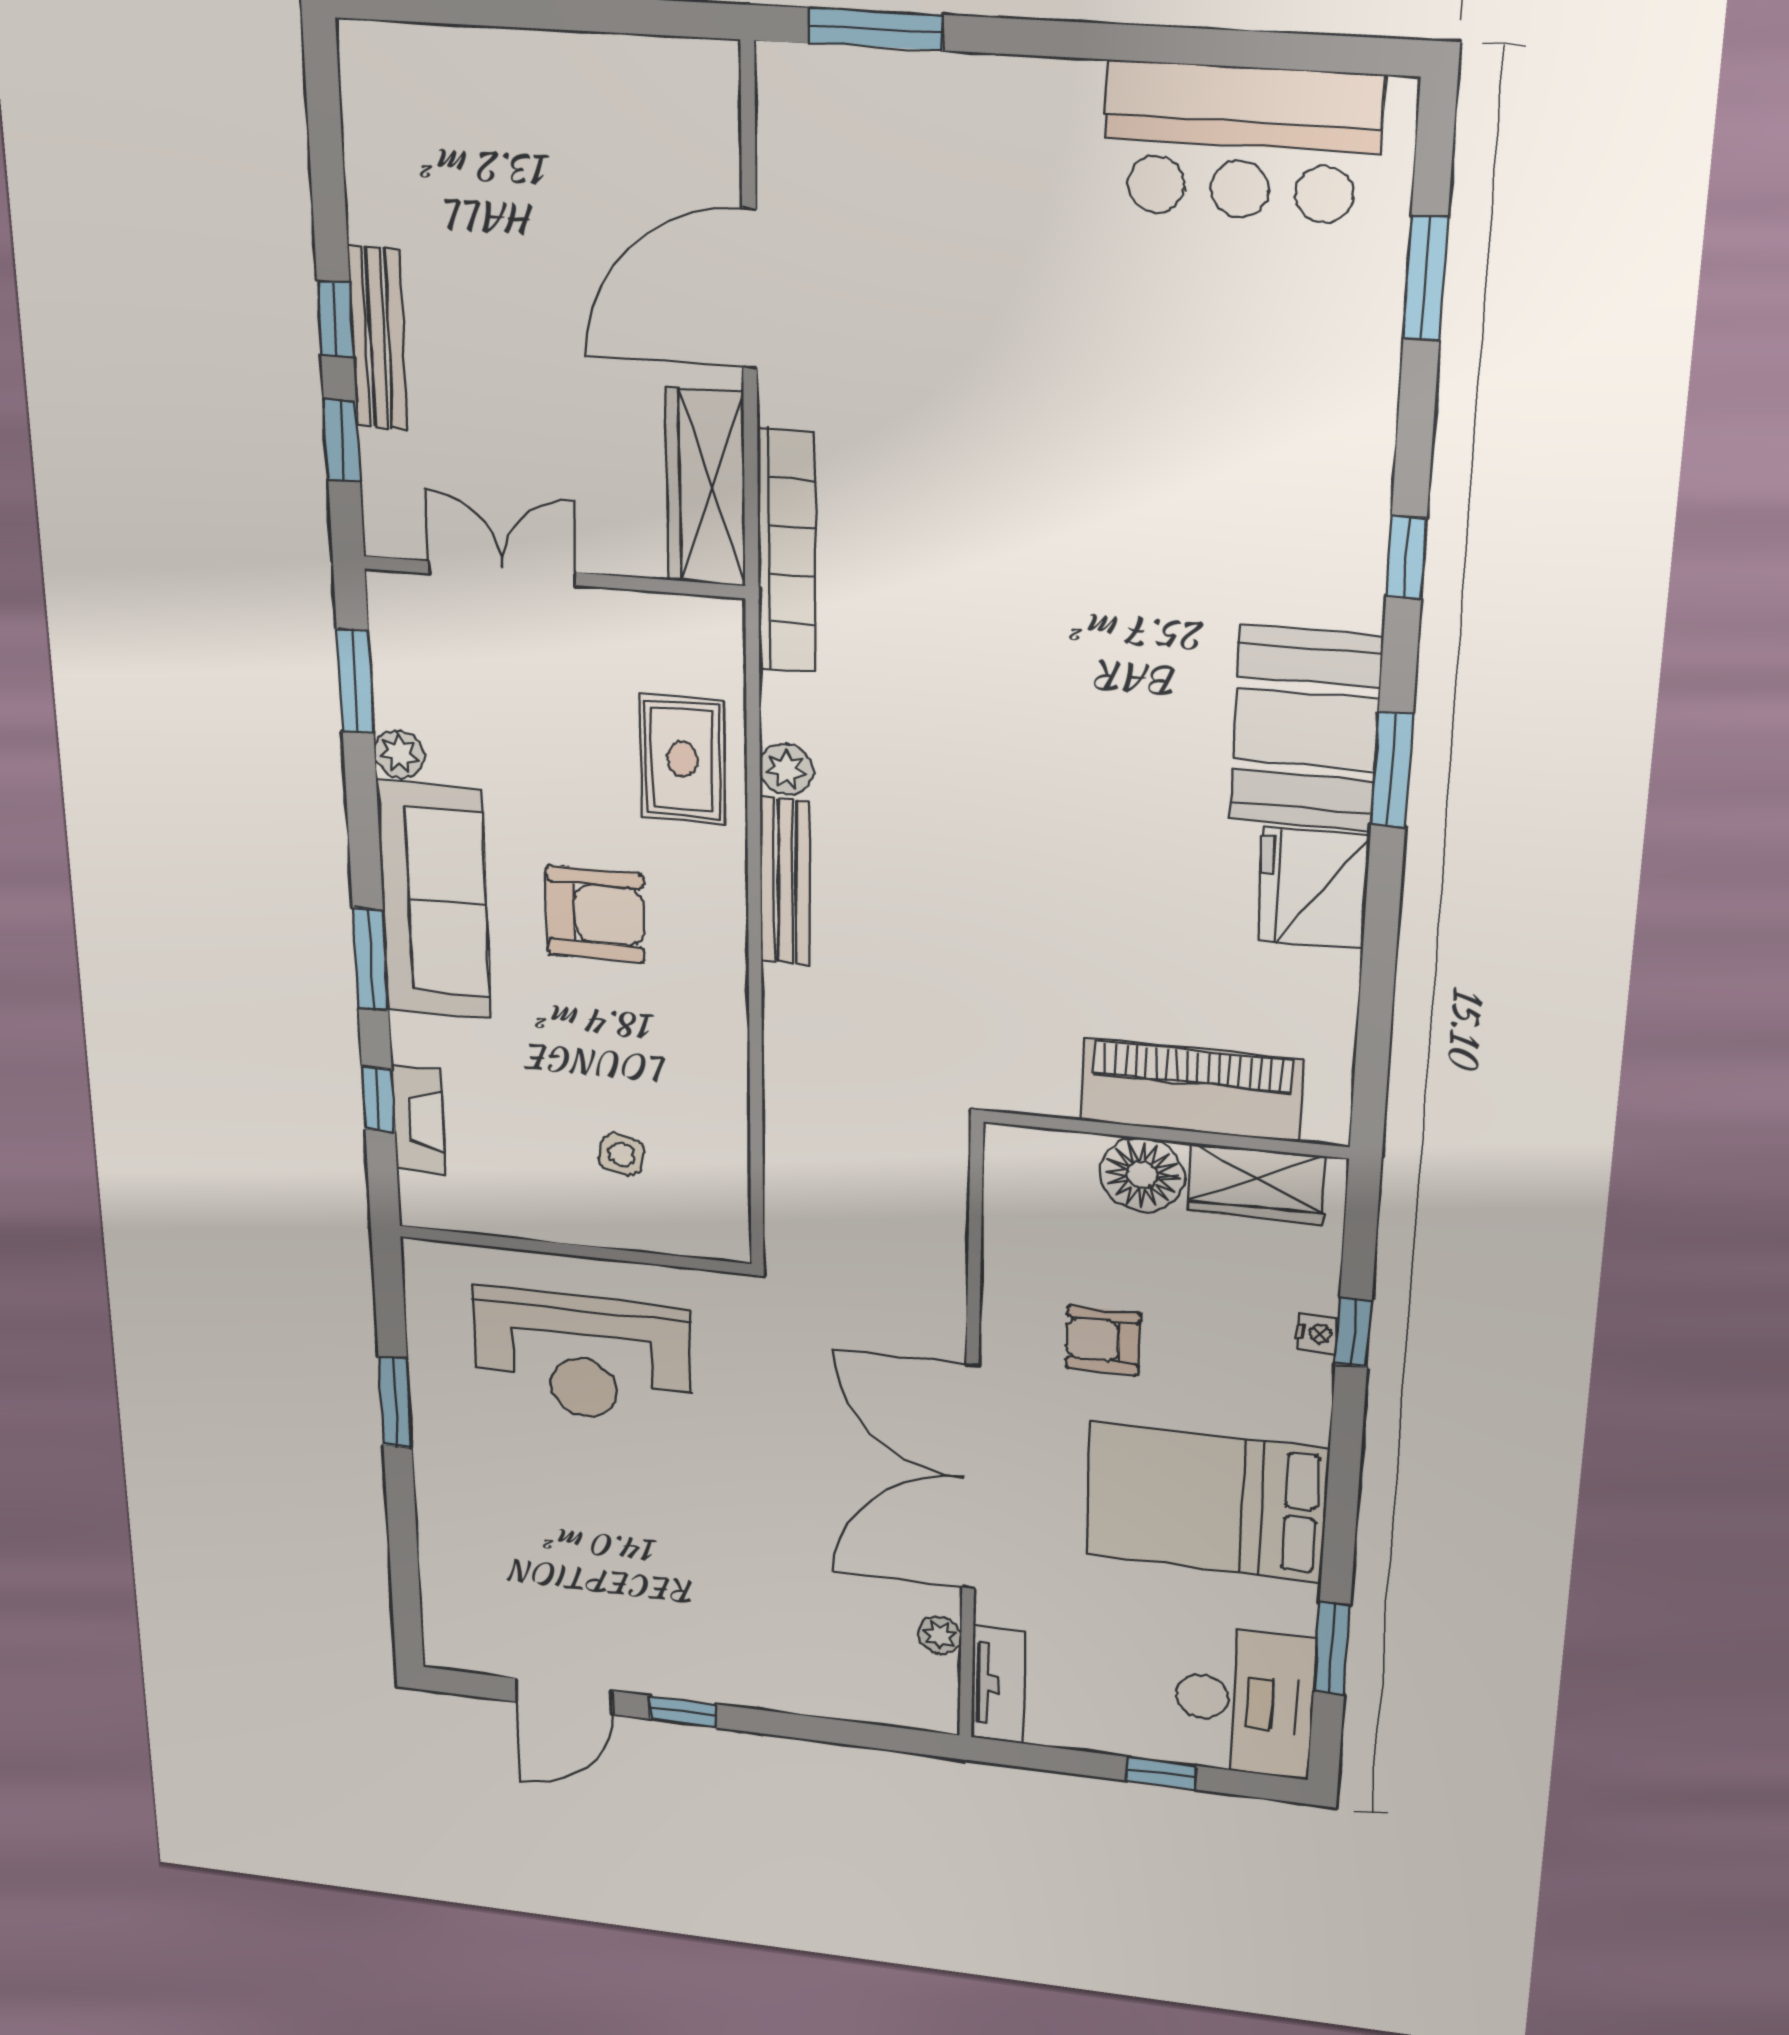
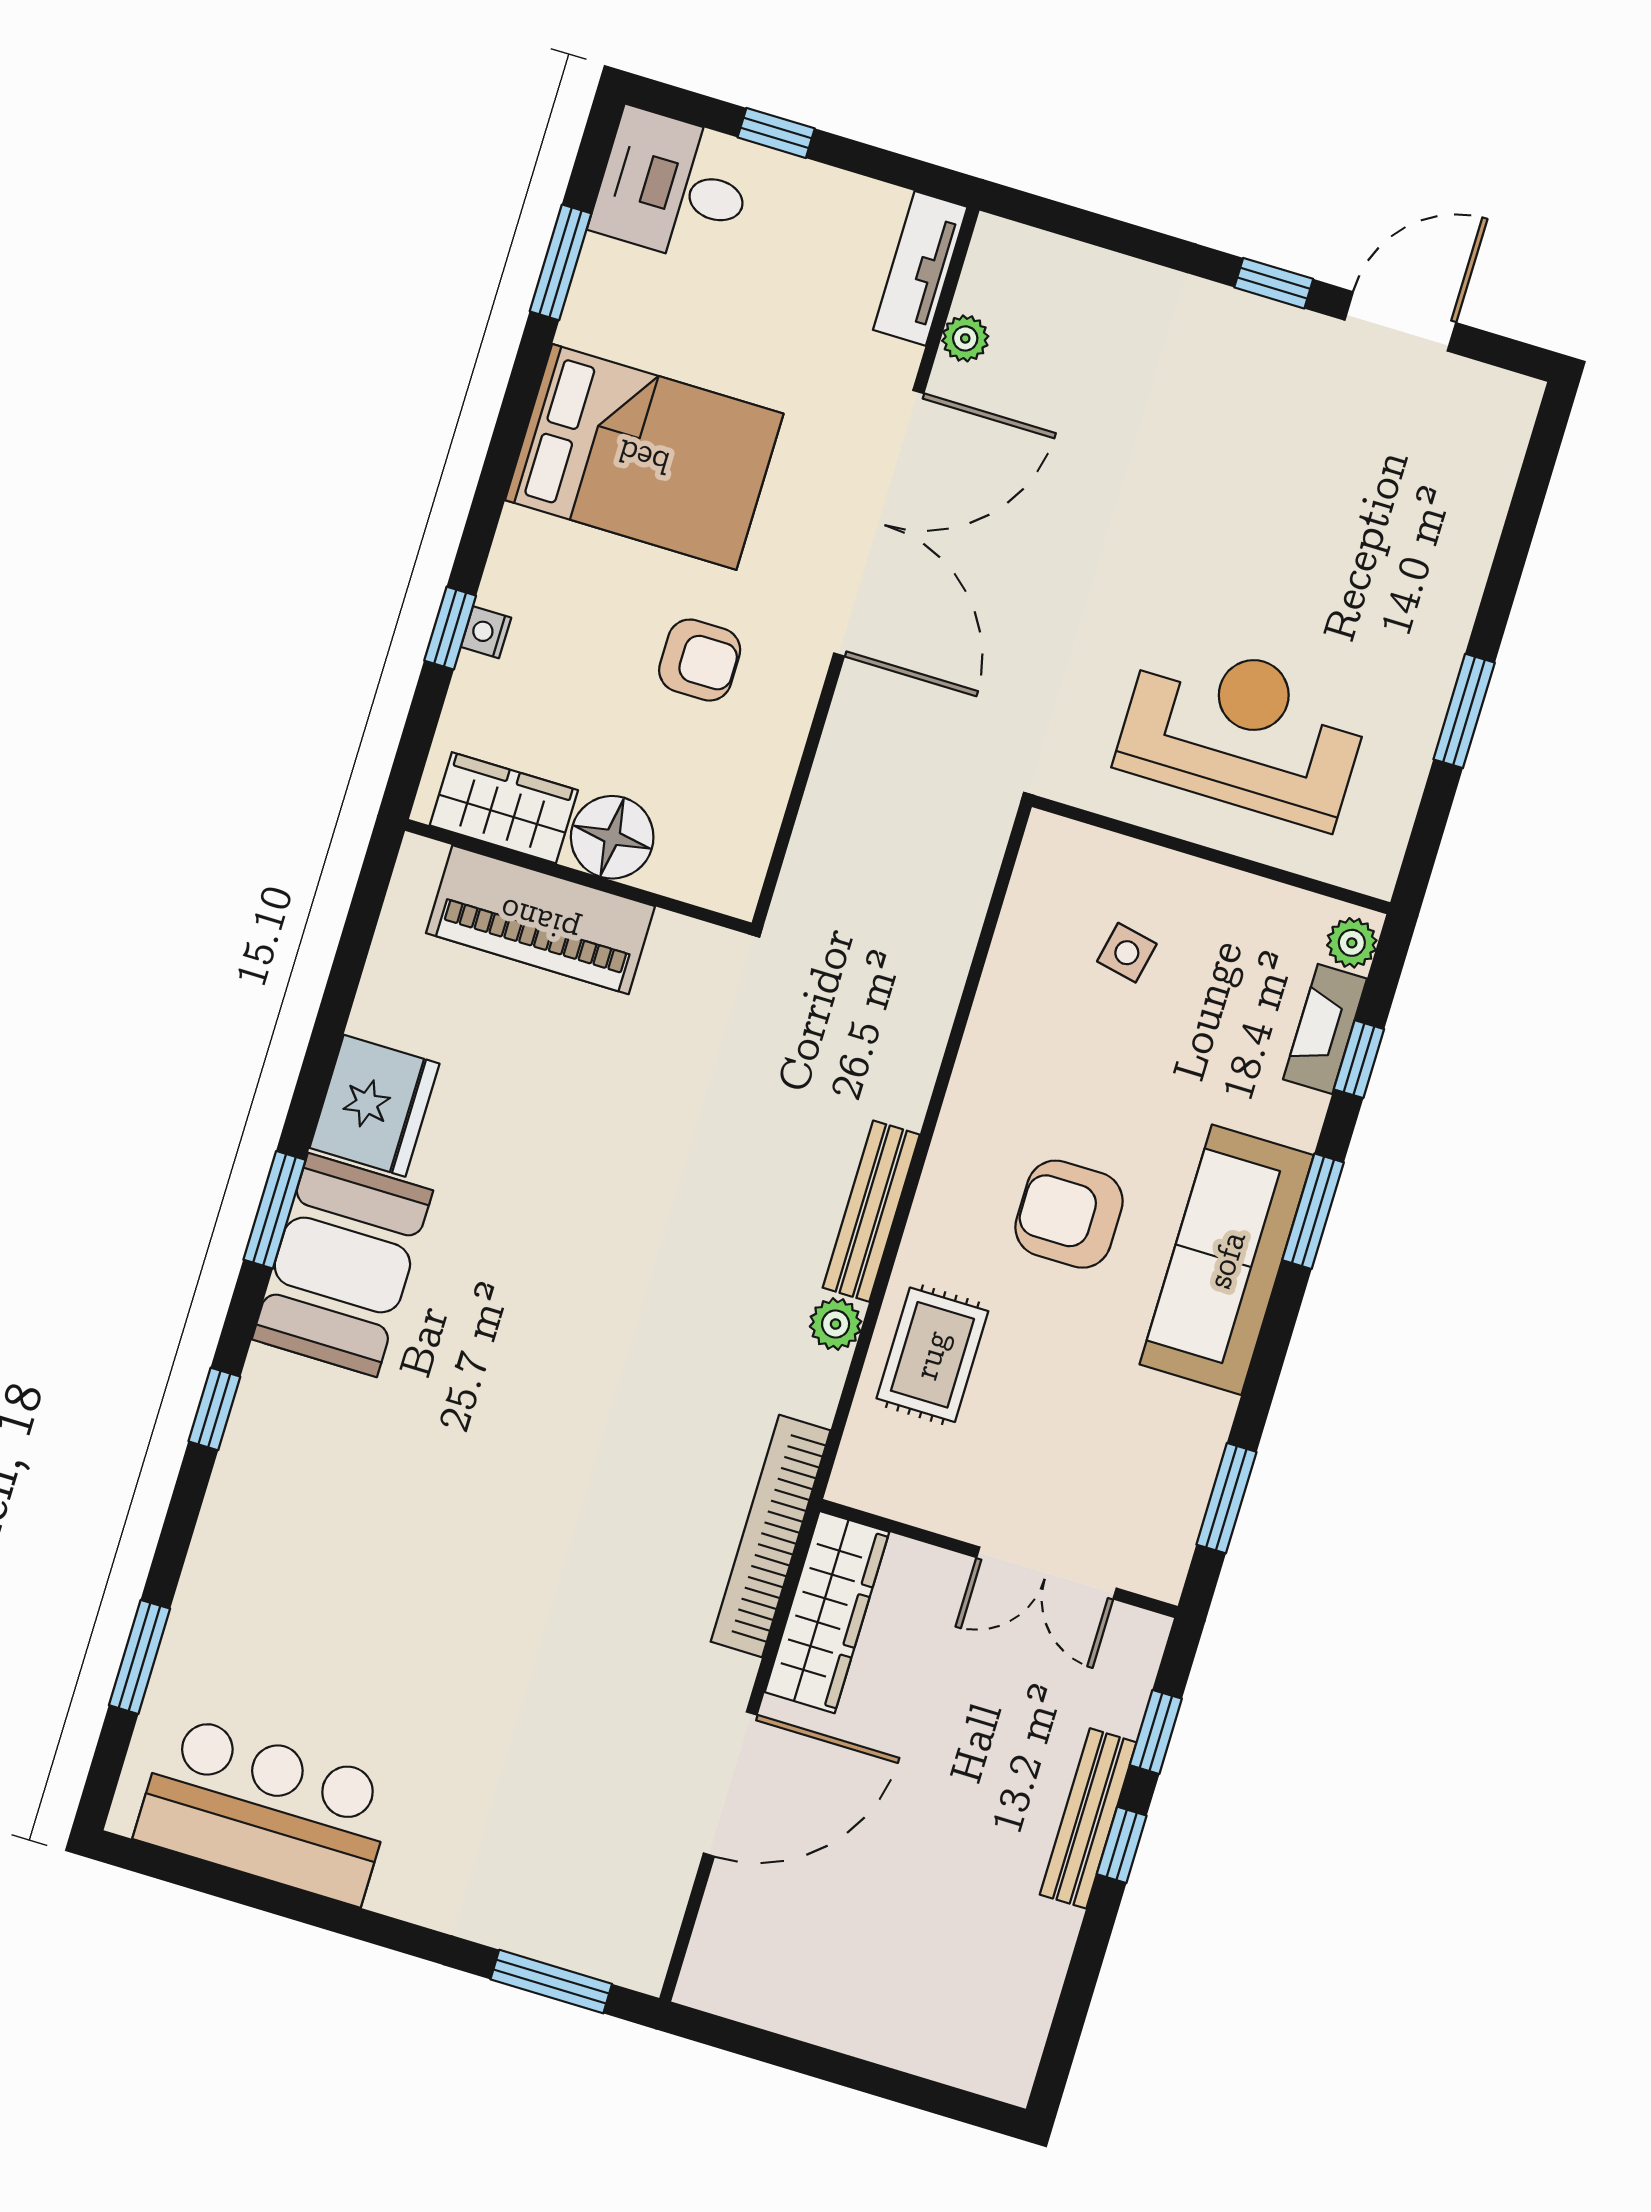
plant: (399, 754) -> (1352, 943), moved
desk: (1244, 1702) -> (674, 187), width x0.73

